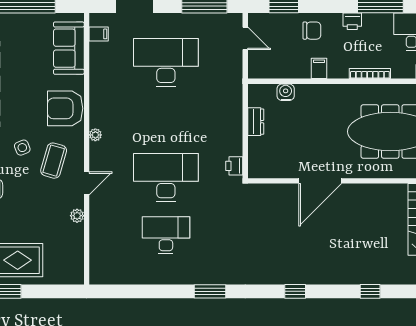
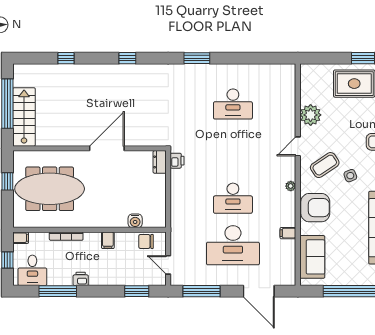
chair: (312, 31) -> (146, 241), moved
filing cabinet: (99, 34) -> (288, 233), moved
dresser: (256, 122) -> (160, 162), moved
coffee table: (54, 161) -> (325, 165), turned 40
desk: (166, 178) -> (233, 198), moved, width x0.73, depth x0.77
plant: (77, 216) -> (311, 115), width x1.87, depth x1.87

